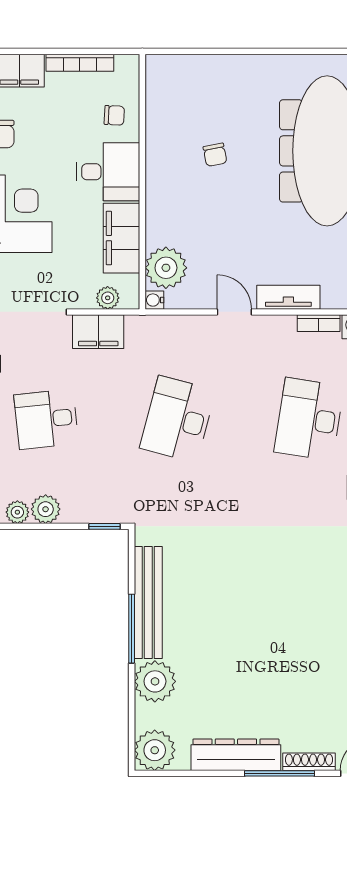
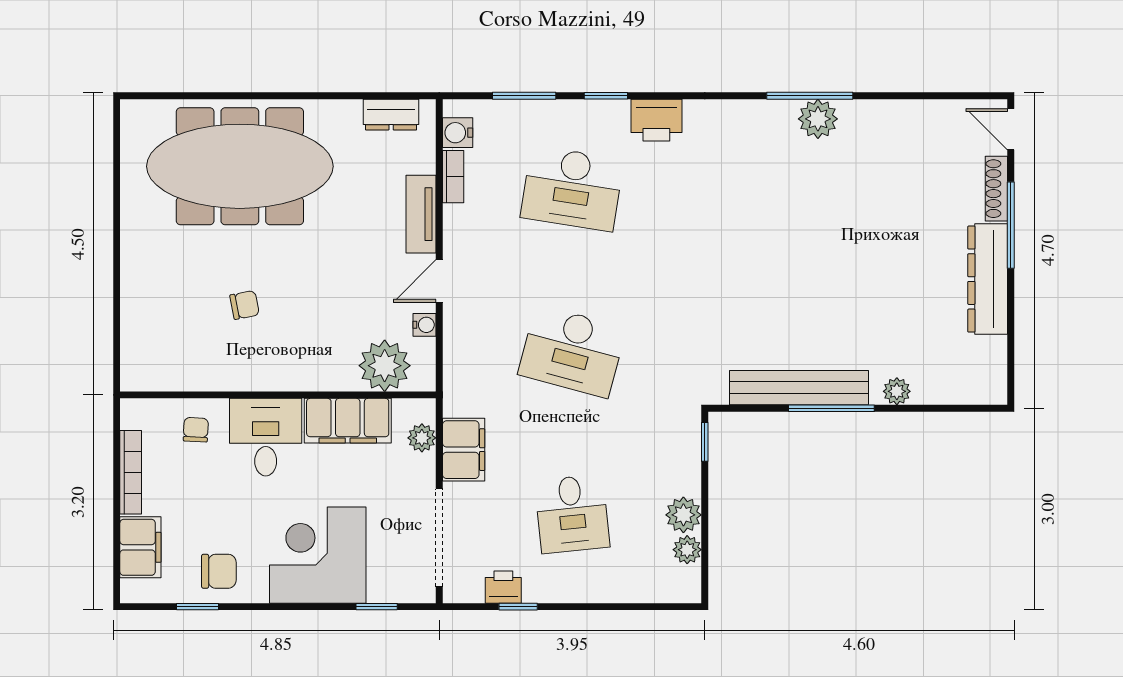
water cooler: (154, 300) -> (424, 325), moved, turned -90
plant: (155, 681) -> (897, 391), width x0.53, depth x0.53
plant: (155, 750) -> (982, 380), removed

